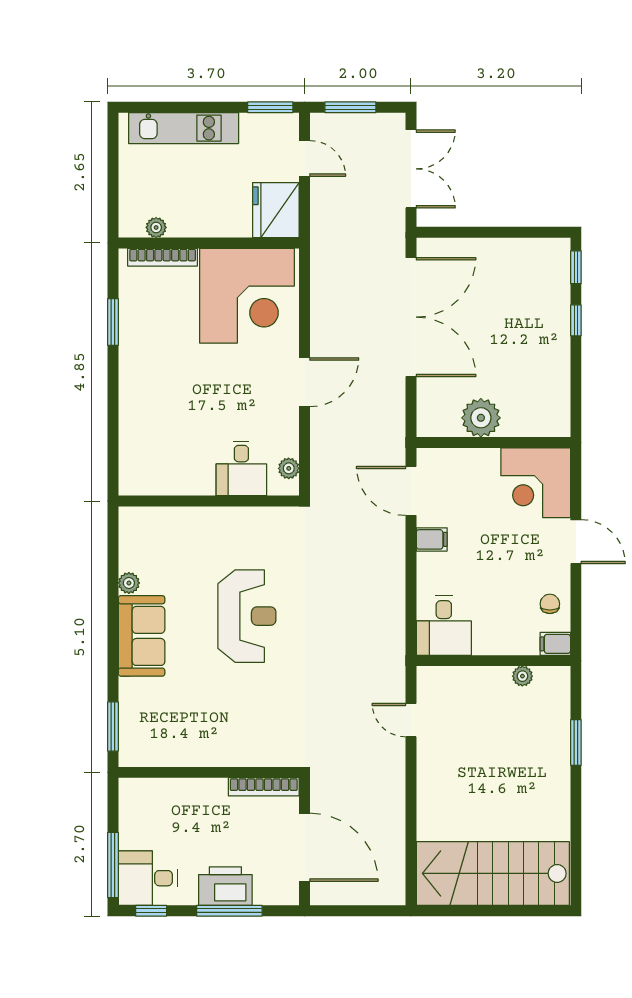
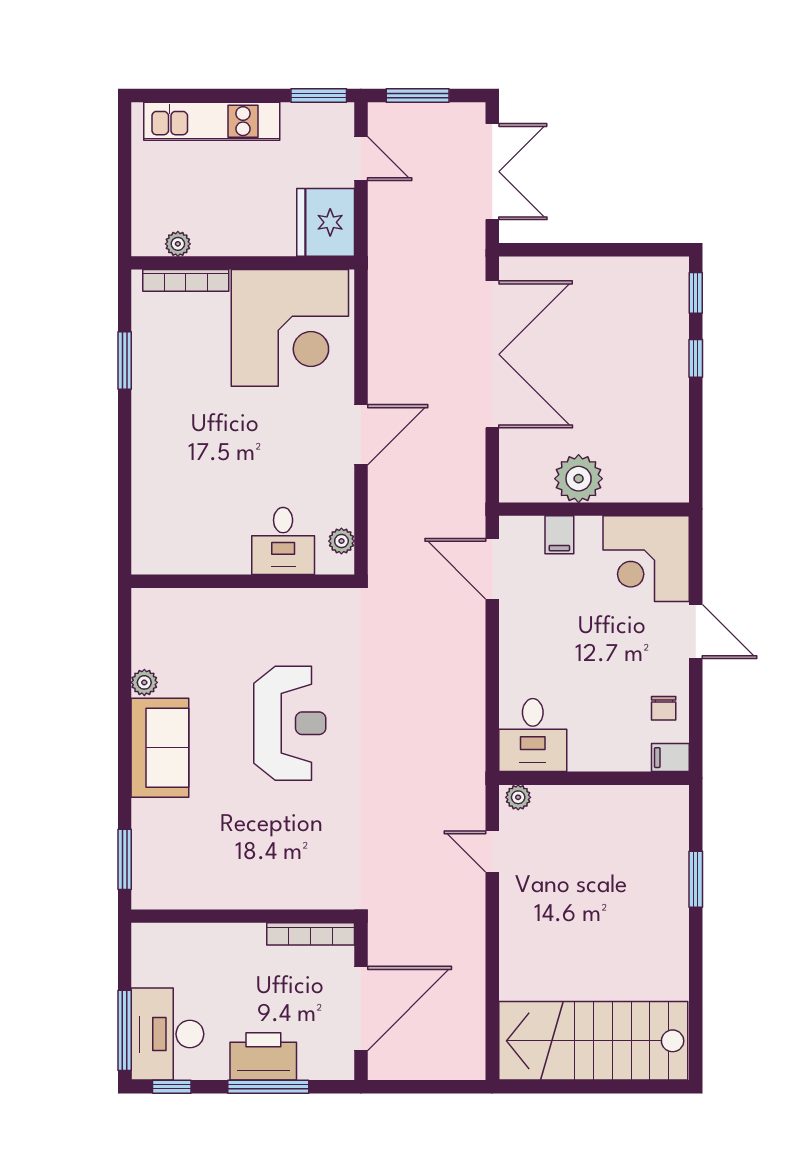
filing cabinet: (432, 539) -> (559, 535), moved, turned 90
chair: (550, 604) -> (664, 708), turned 180
plant: (522, 676) -> (518, 797), moved
door: (305, 847) -> (361, 1008), hinge flipped
desk: (148, 878) -> (167, 1034), width x1.37

